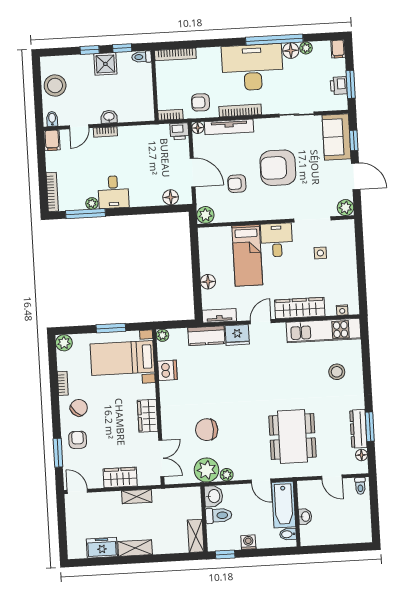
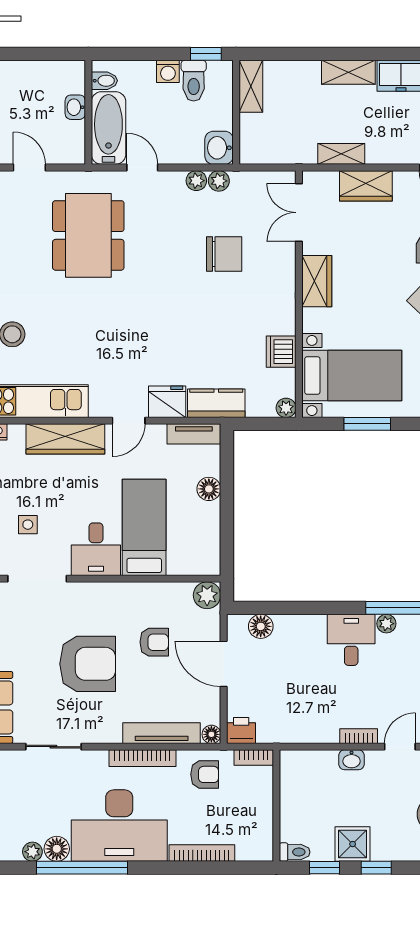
bookcase: (175, 54) -> (202, 853), moved
plant: (207, 470) -> (219, 181), width x0.53, depth x0.53
toilet: (219, 515) -> (194, 81), moved, turned -90

